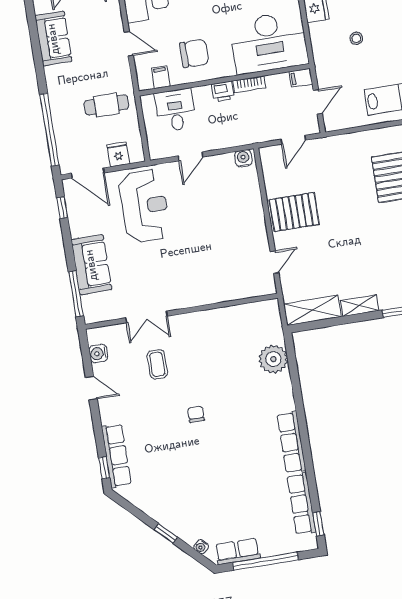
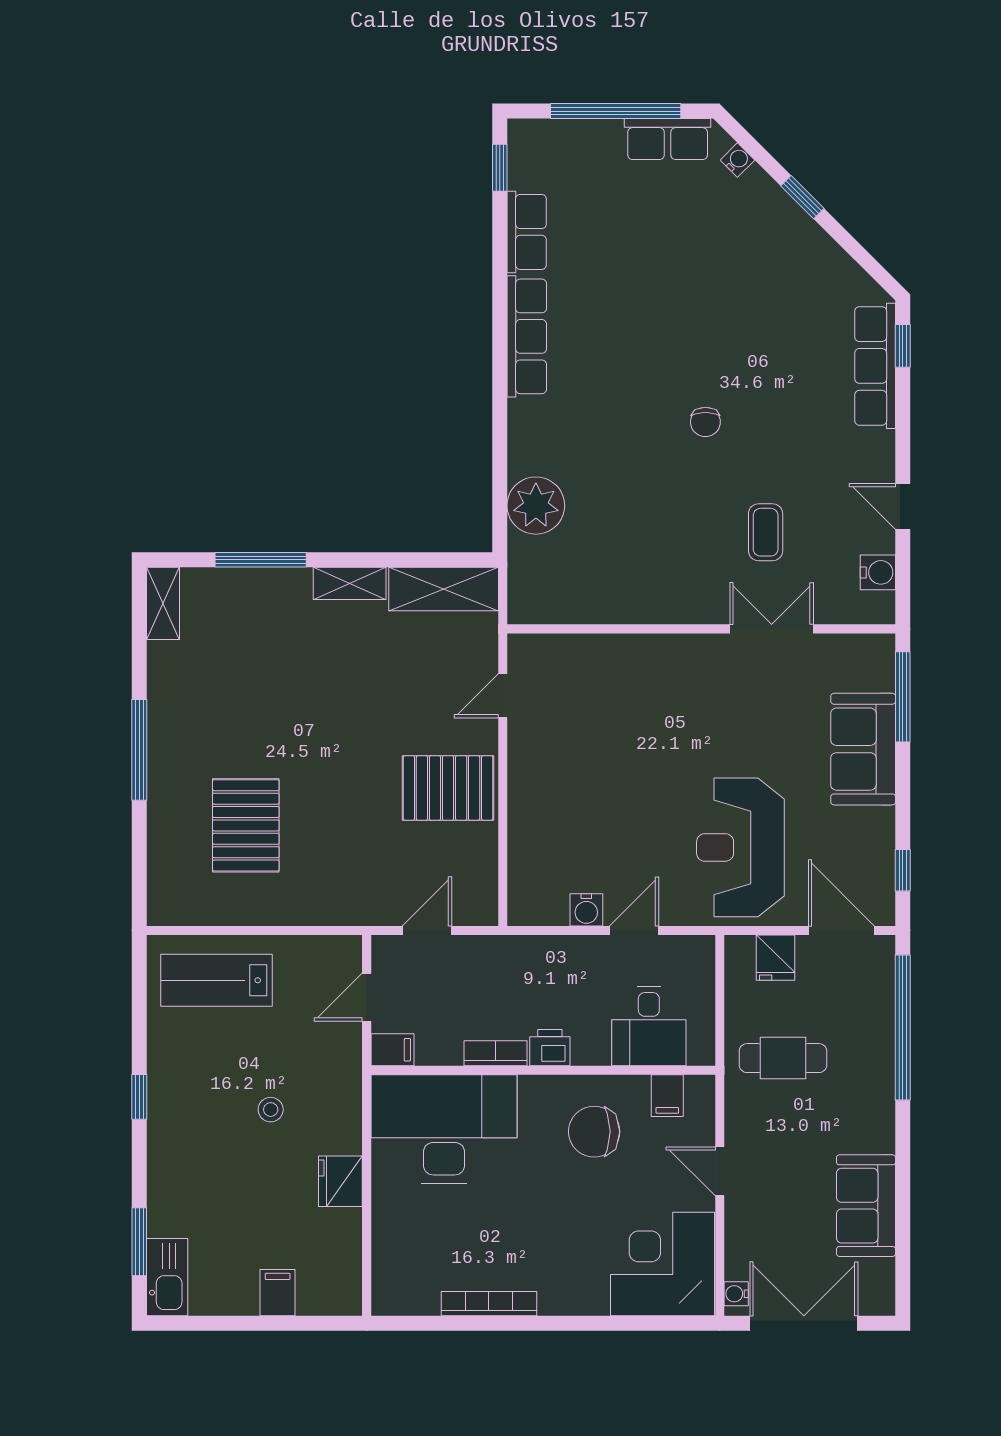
water cooler: (243, 158) -> (586, 910), moved
row of seats: (301, 504) -> (527, 232), width x0.68

